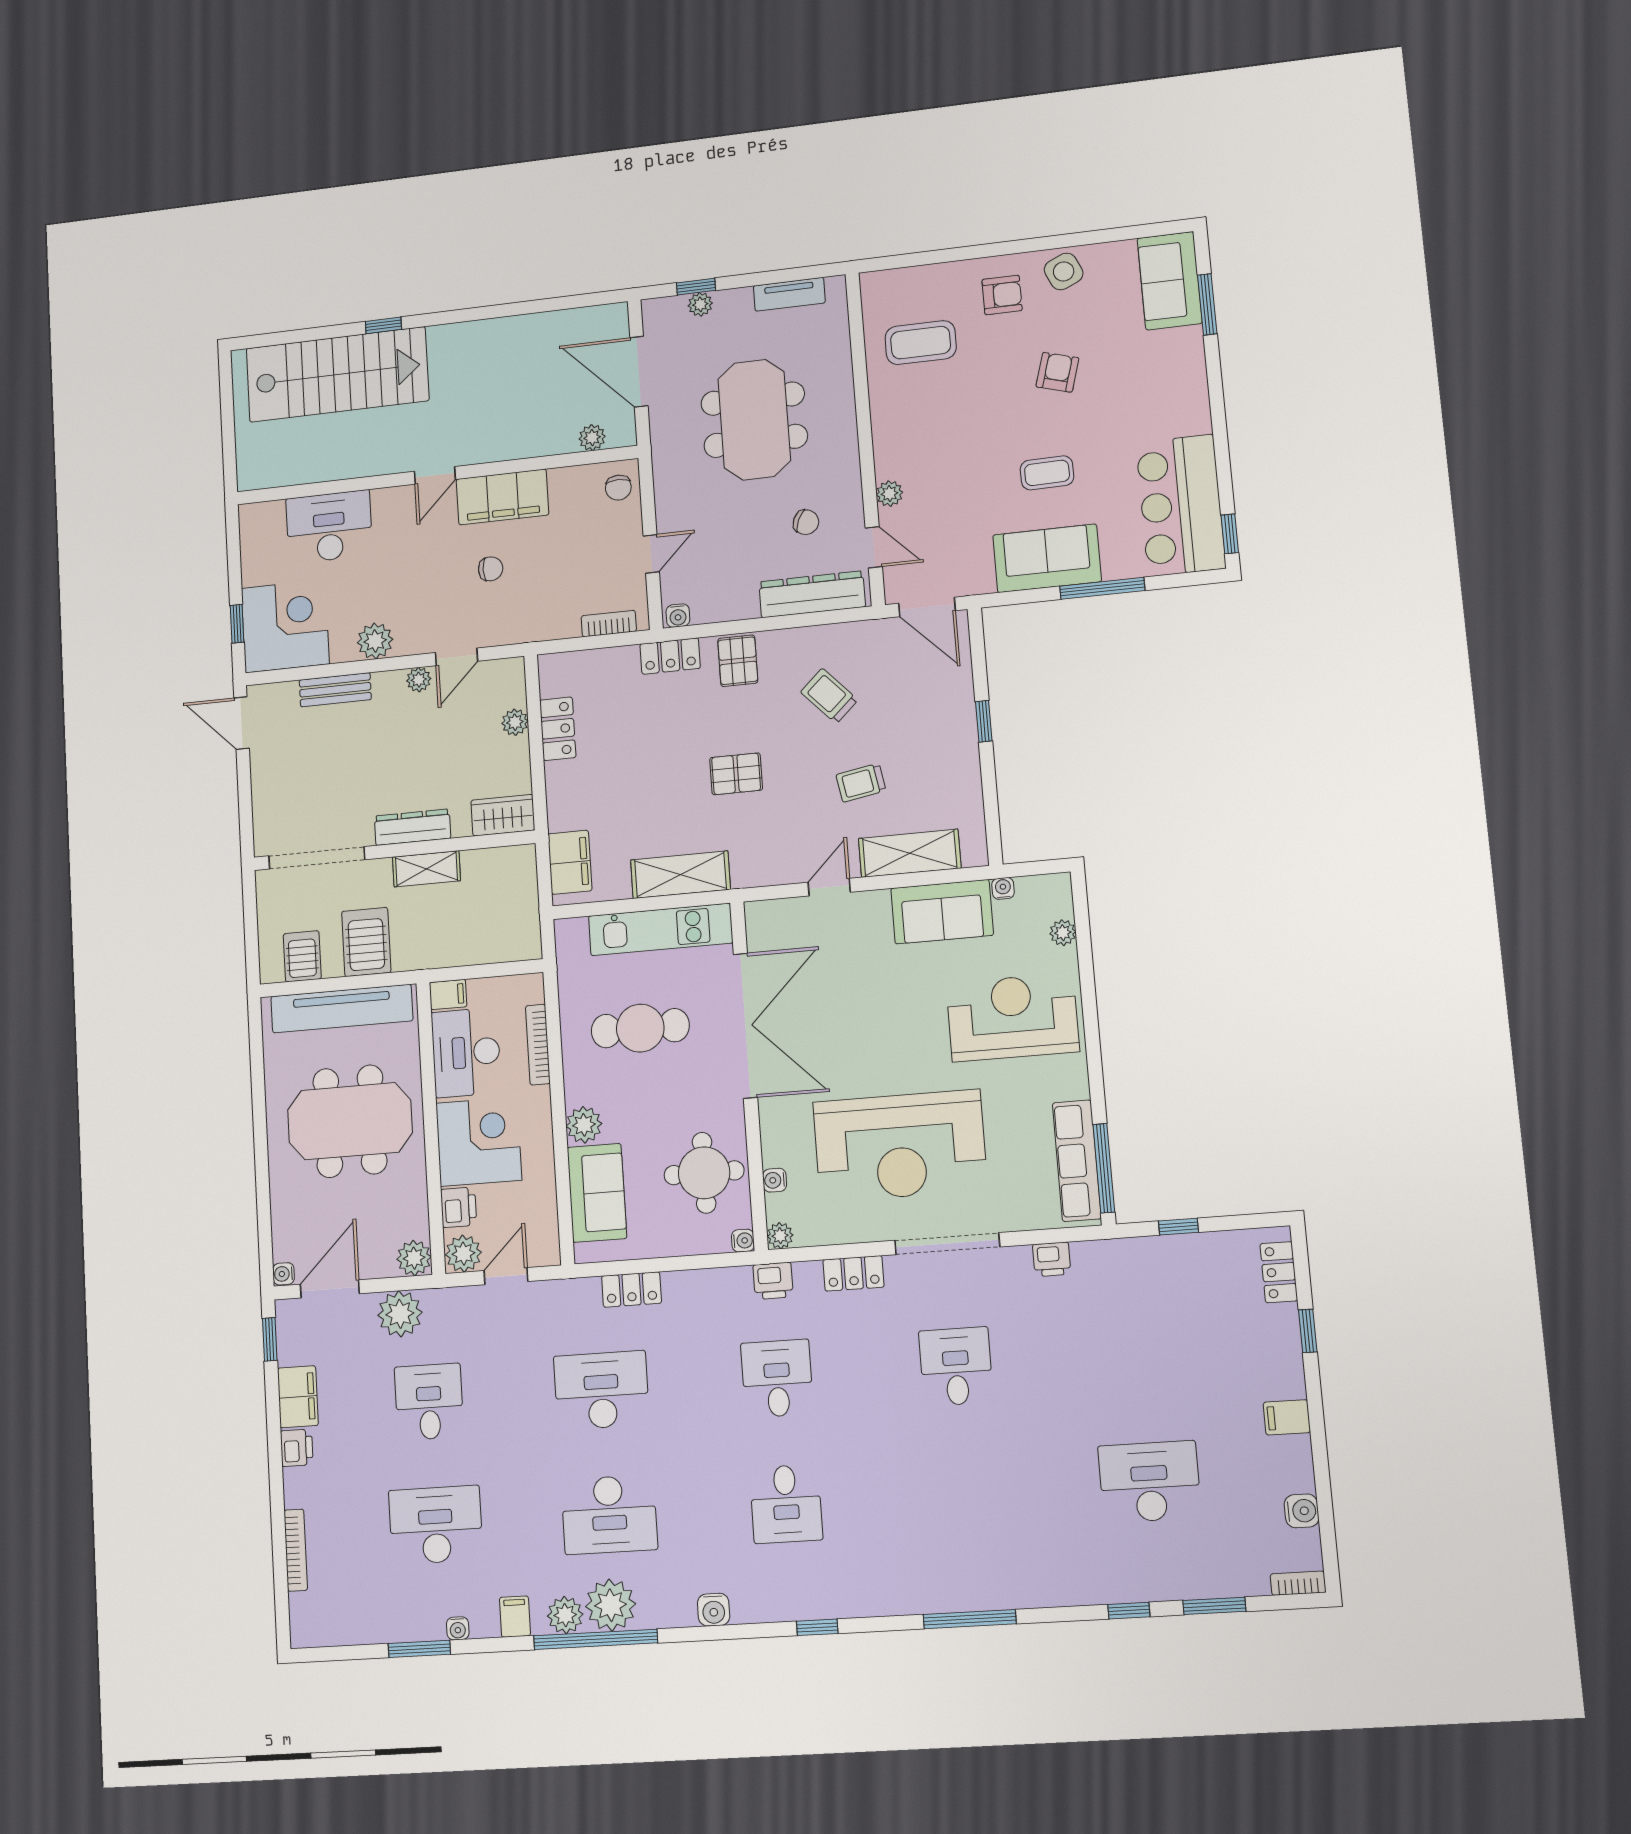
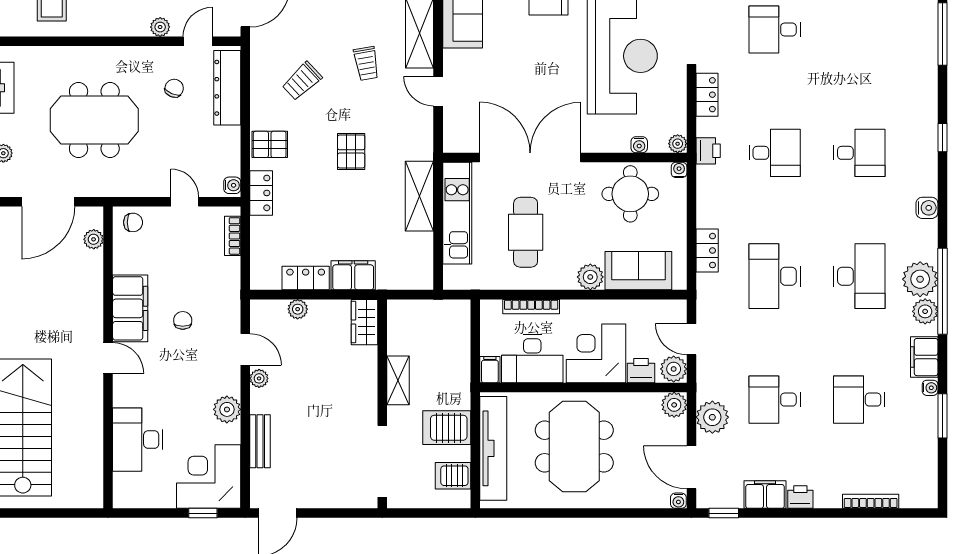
dresser: (412, 827) -> (367, 389), removed
filing cabinet: (570, 862) -> (353, 275), moved
desk: (777, 1378) -> (775, 153), turned 180
desk: (436, 1525) -> (859, 400), width x0.73
filing cabinet: (515, 1617) -> (924, 357), width x2.00

